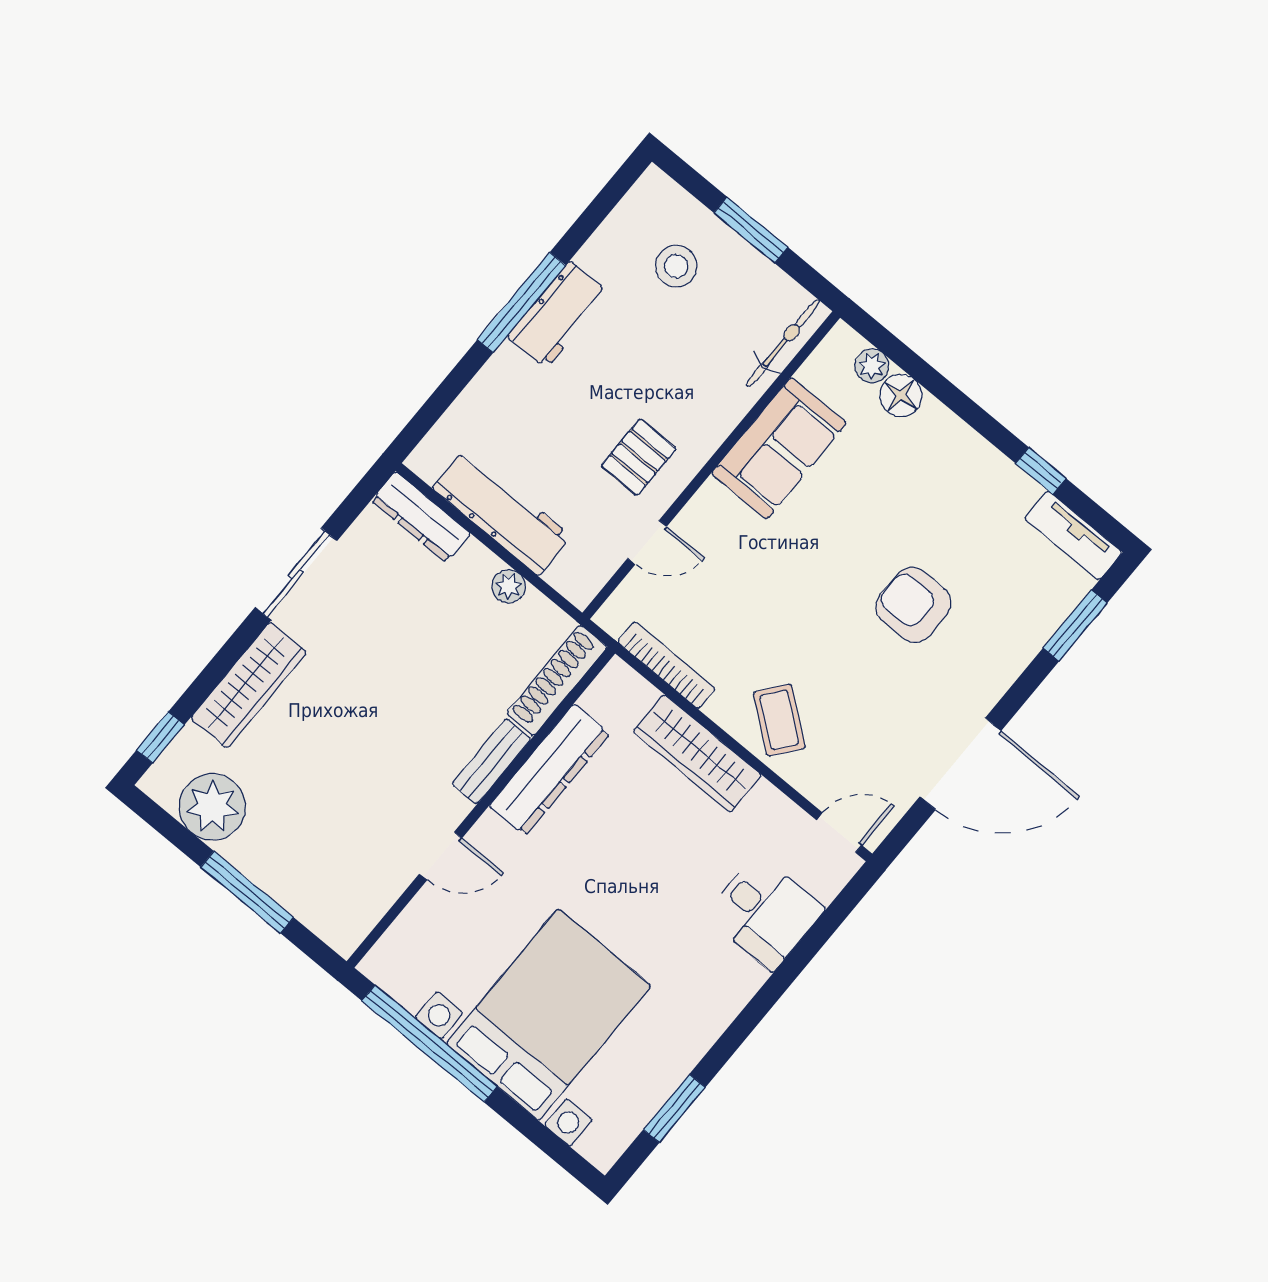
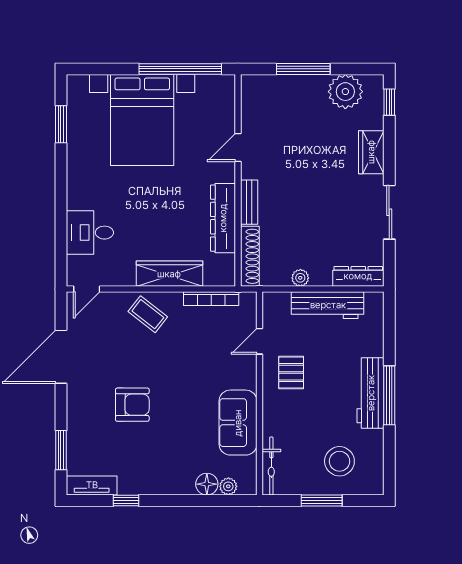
stool: (676, 266) -> (339, 461), width x1.38, depth x1.38
workbench: (558, 315) -> (371, 393), width x1.37
wardrobe: (249, 685) -> (371, 152), width x0.67

